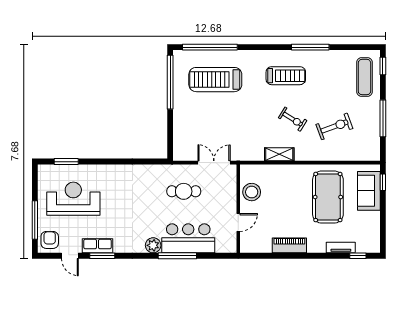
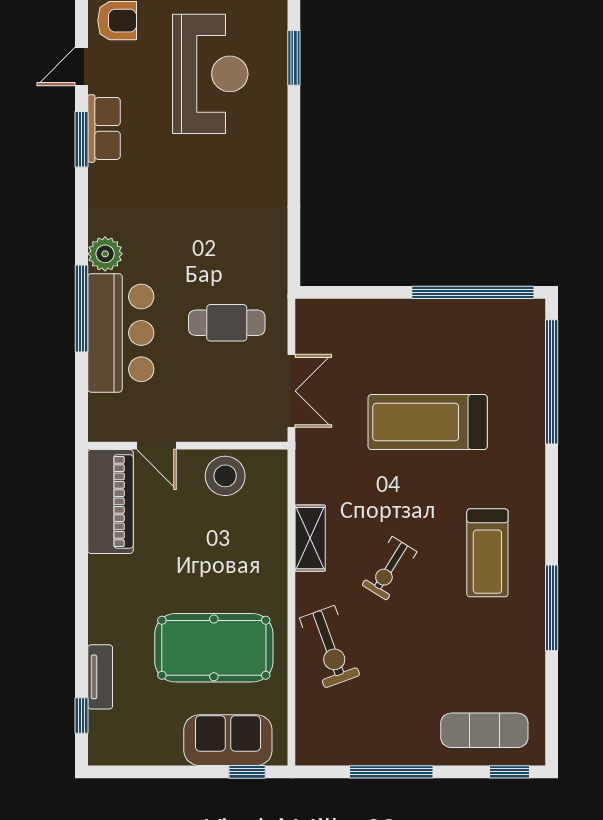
treadmill: (215, 80) -> (428, 422), moved, turned -90
exercise bike: (334, 126) -> (330, 647), moved
cafe table: (184, 191) -> (227, 323), turned 90
piano: (289, 245) -> (110, 501), moved, width x1.37, depth x1.33

